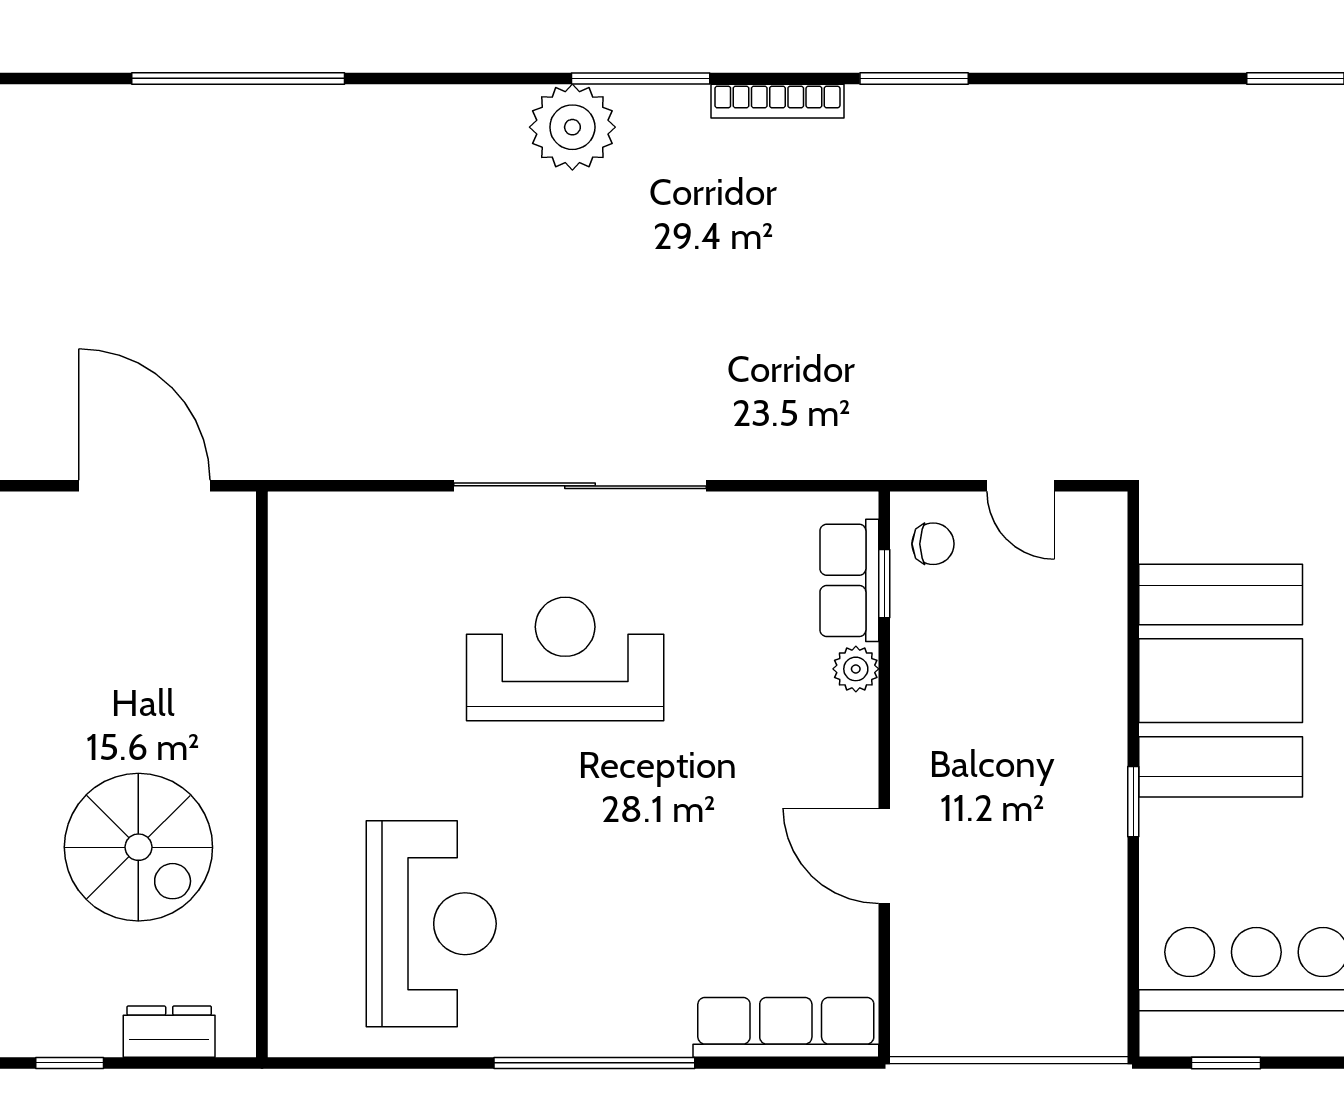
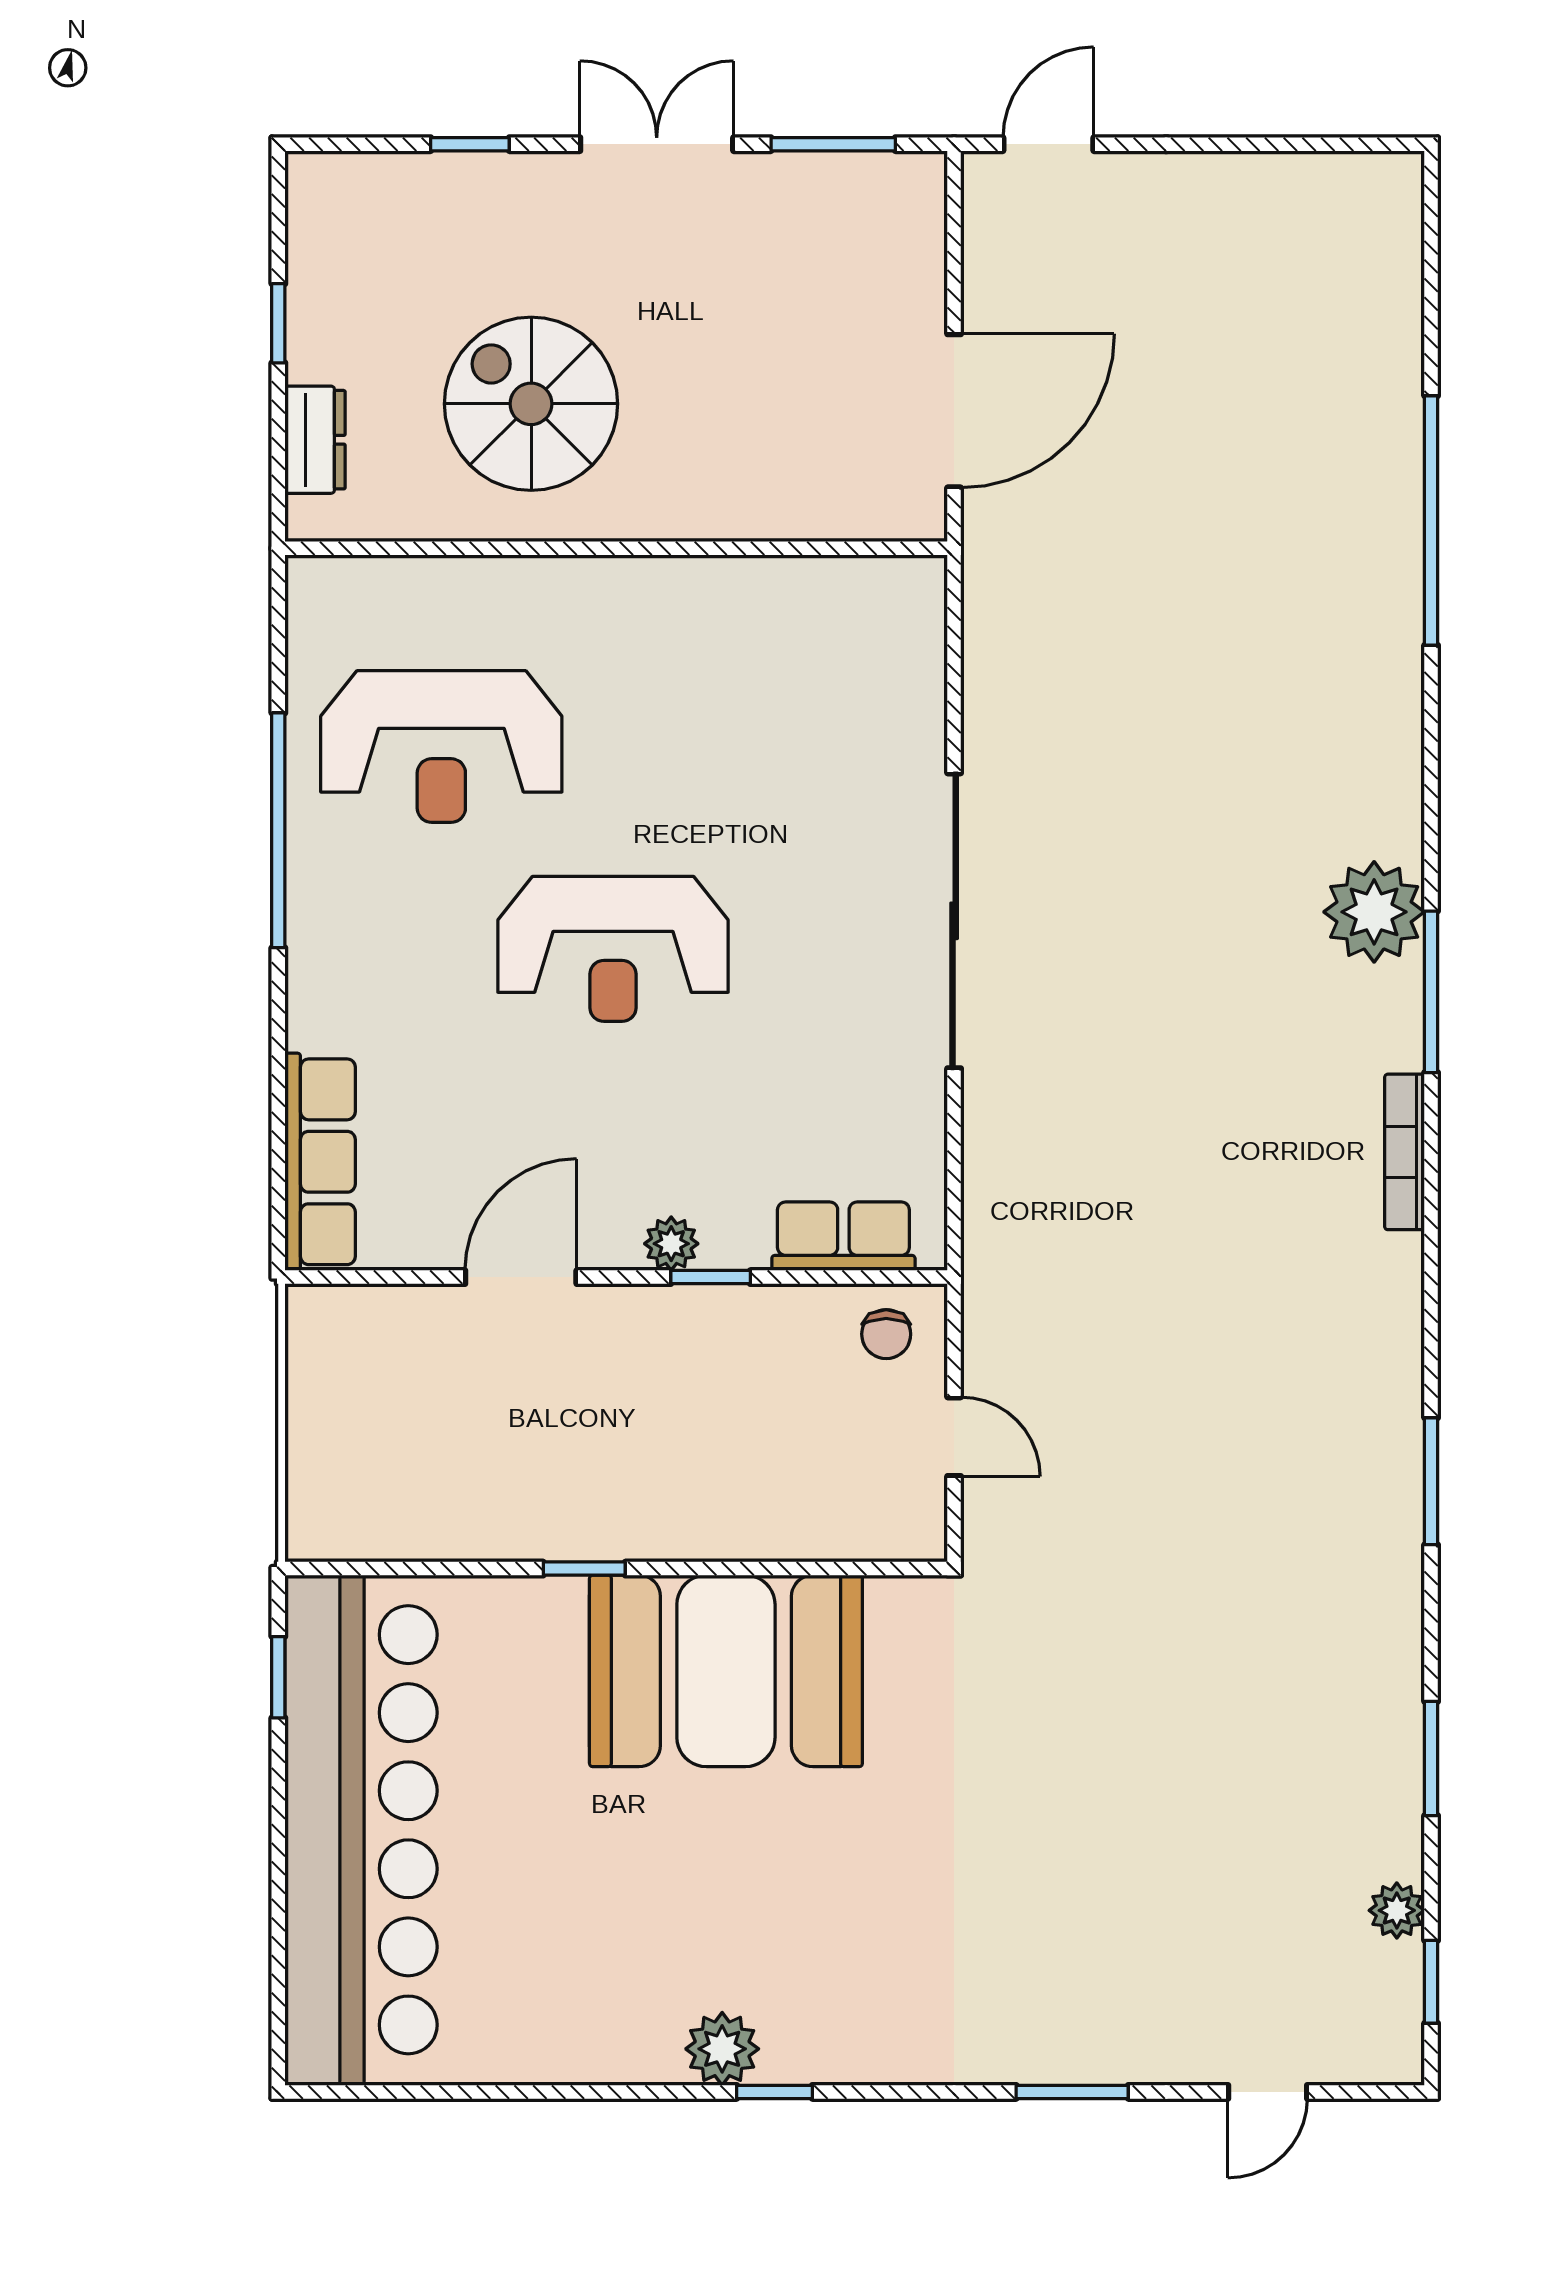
window: (914, 78) -> (1431, 1481), moved
door: (1021, 486) -> (954, 1437), swing flipped
window: (884, 584) -> (711, 1277), moved
reception desk: (565, 659) -> (613, 949), moved, turned 90
plant: (856, 669) -> (671, 1244), moved
spiral stairs: (138, 847) -> (531, 404), turned 90
window: (594, 1063) -> (278, 830), moved

